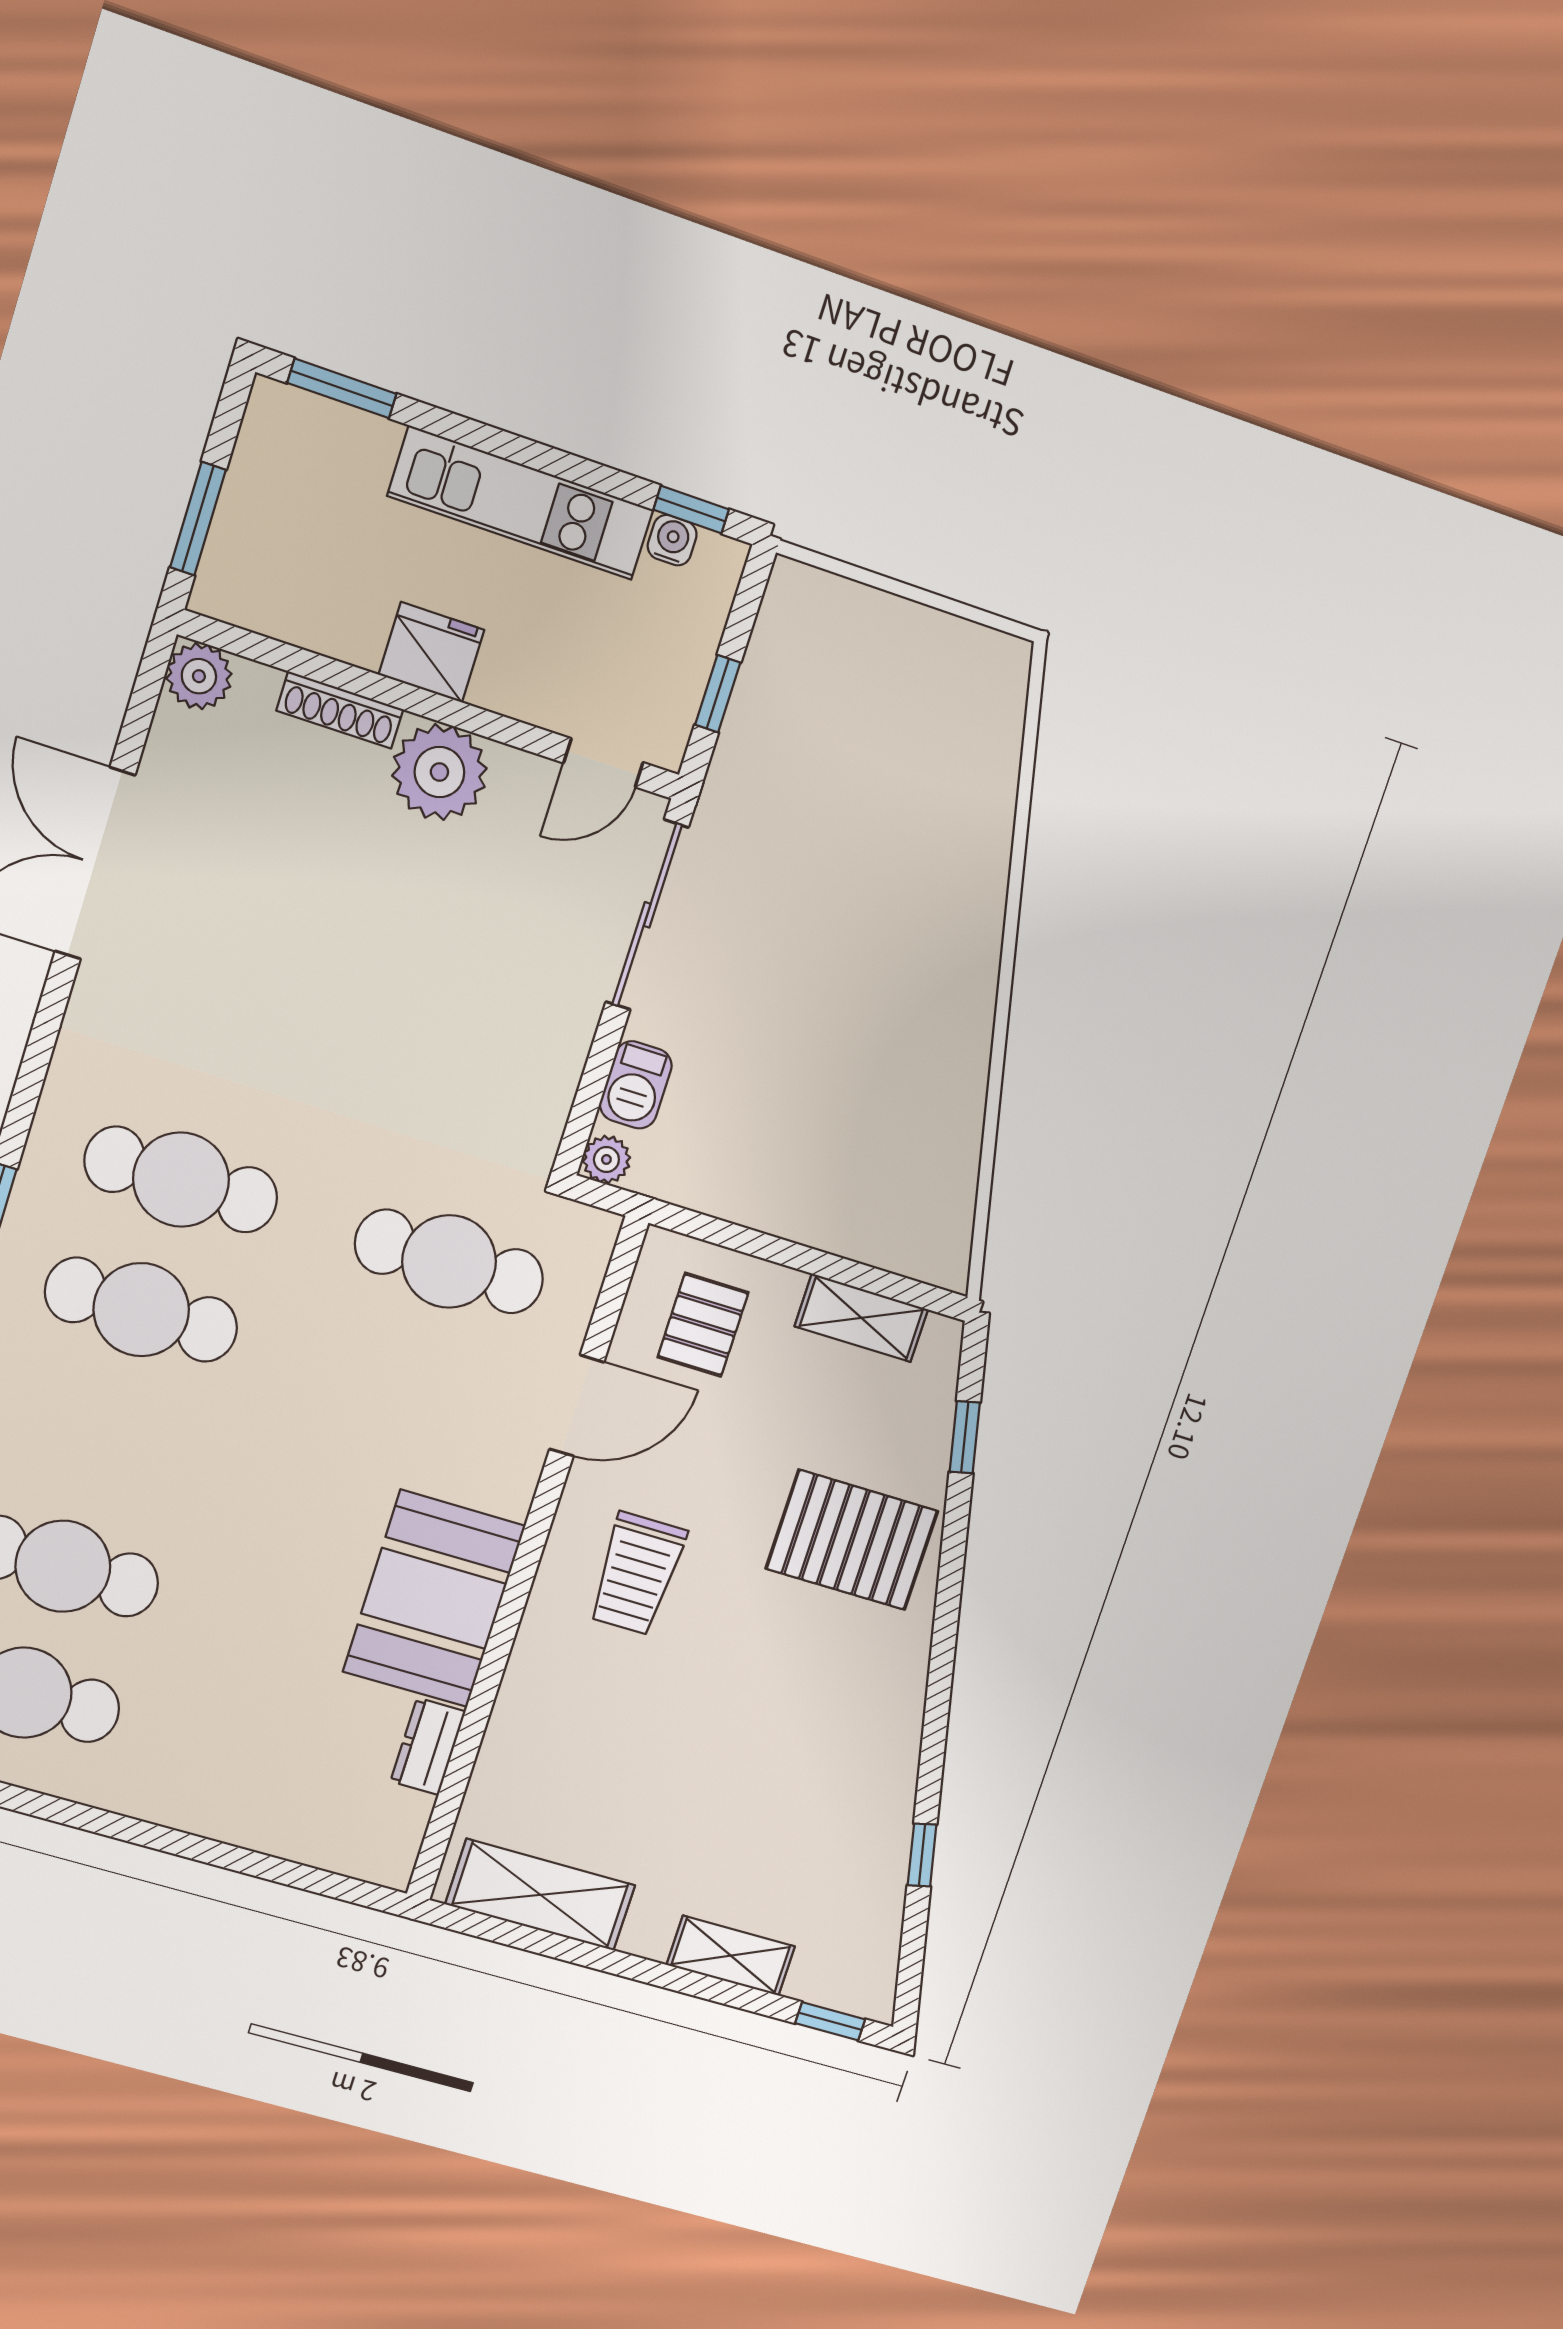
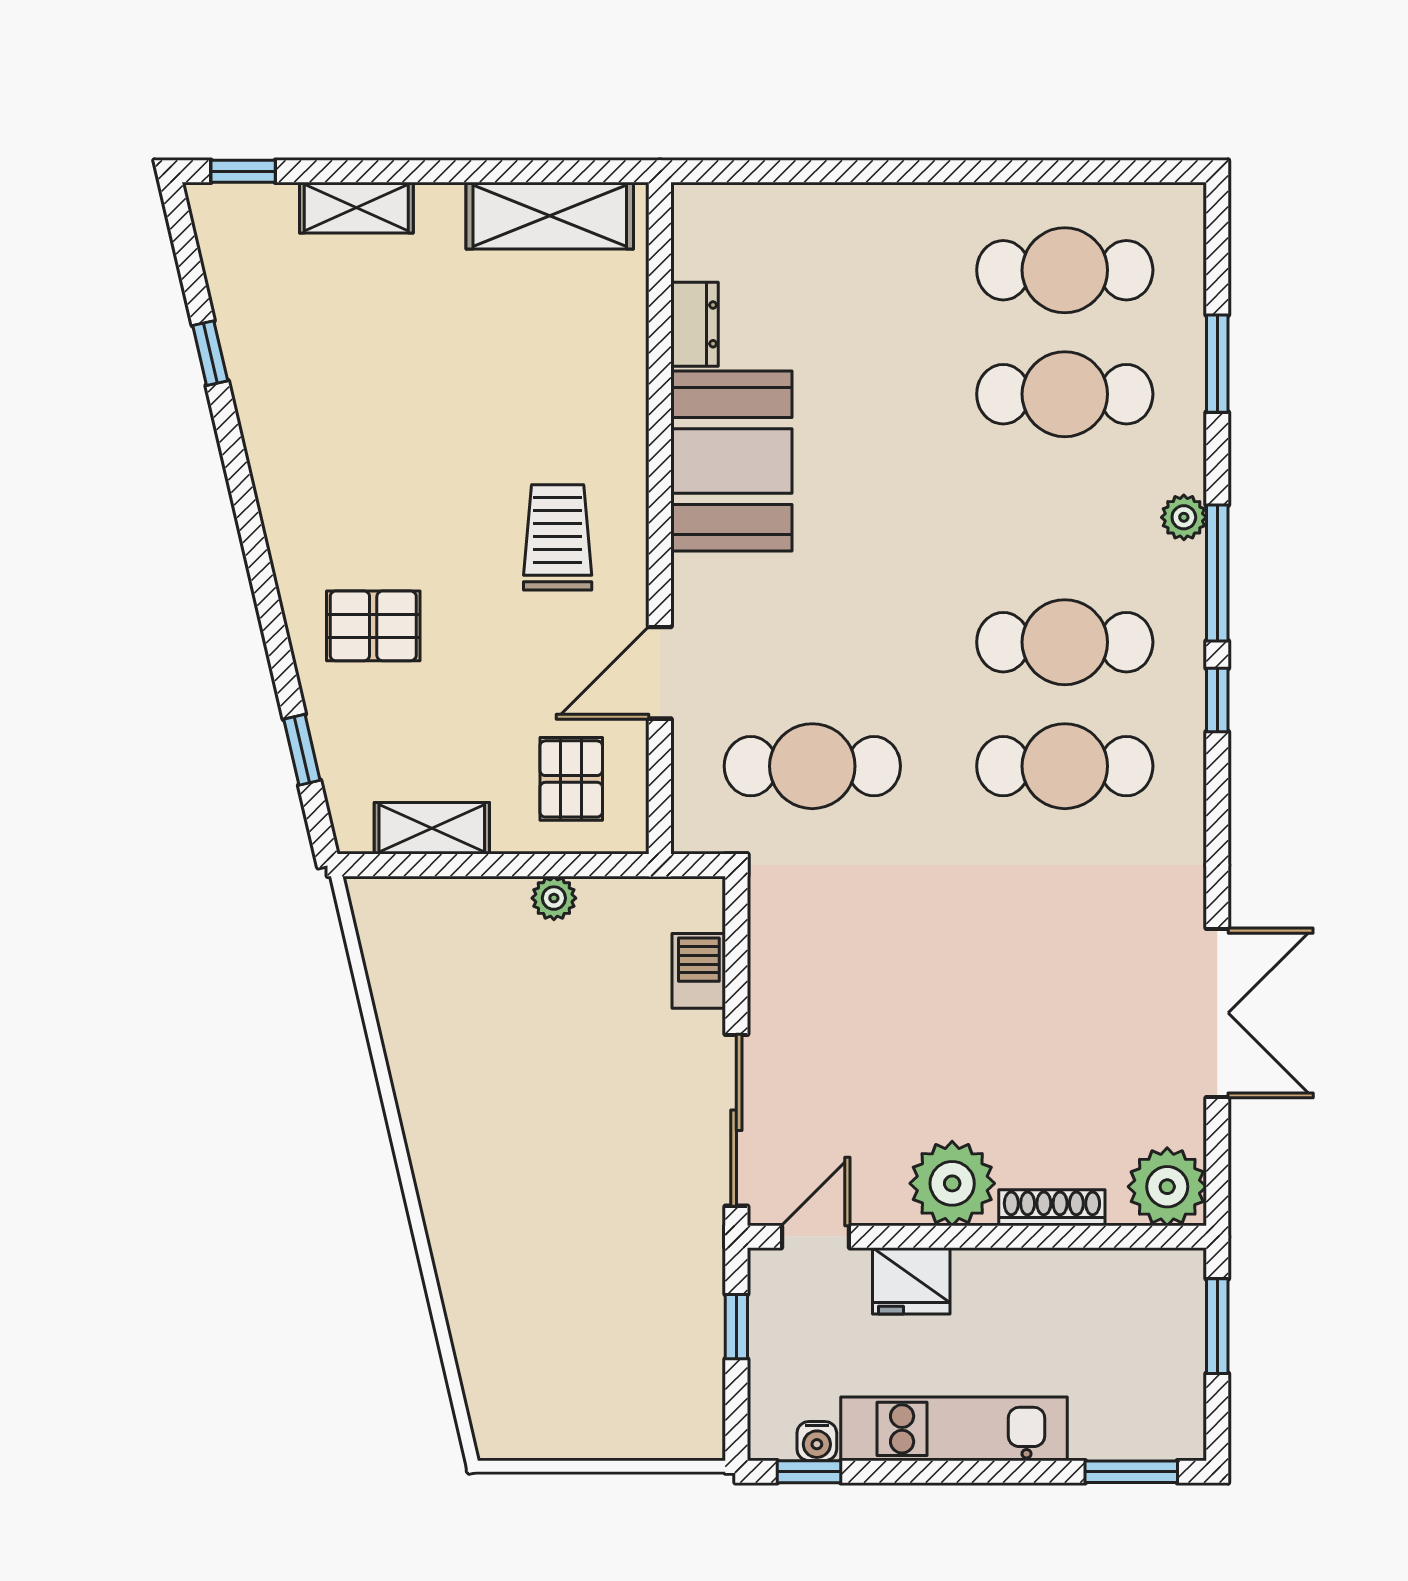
fridge: (431, 652) -> (911, 1281), moved
plant: (199, 676) -> (1167, 1187), width x1.36, depth x1.36
plant: (606, 1159) -> (554, 898), moved
pallet: (852, 1540) -> (373, 626), width x0.67, depth x0.71

